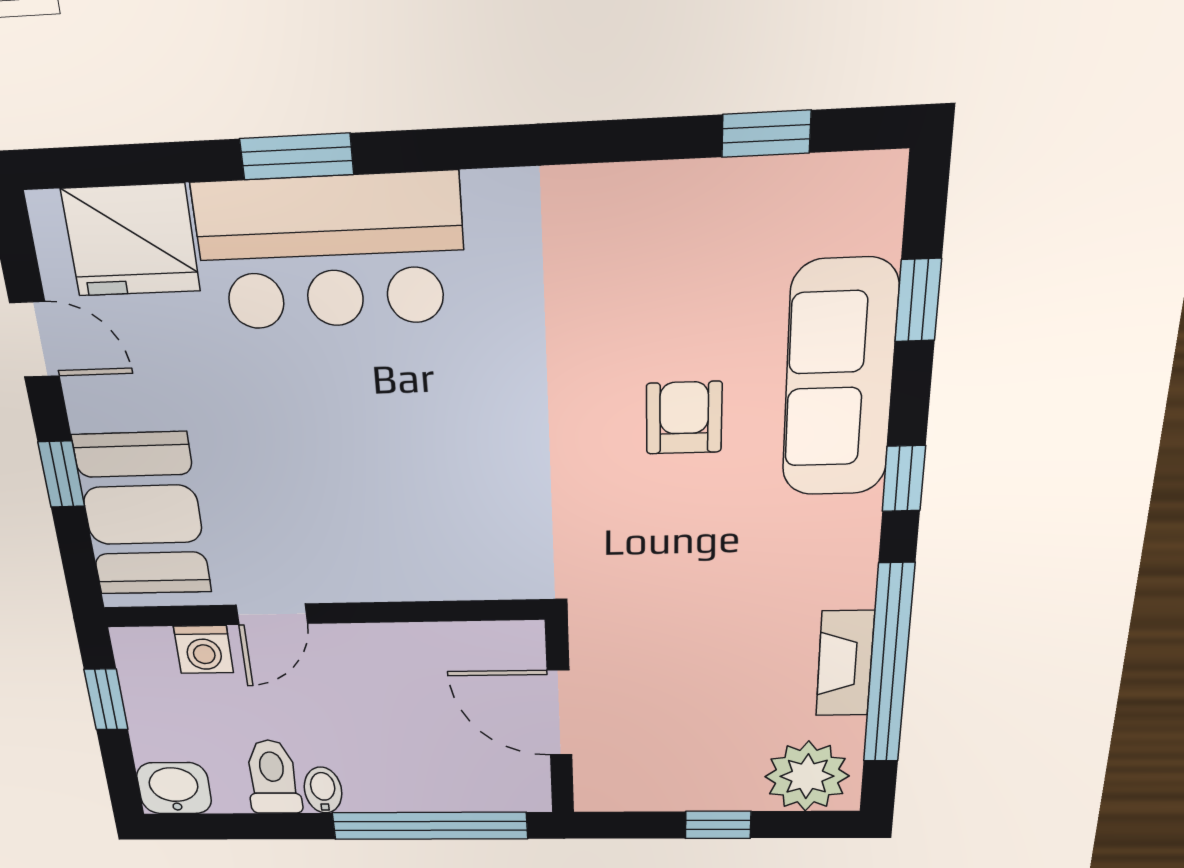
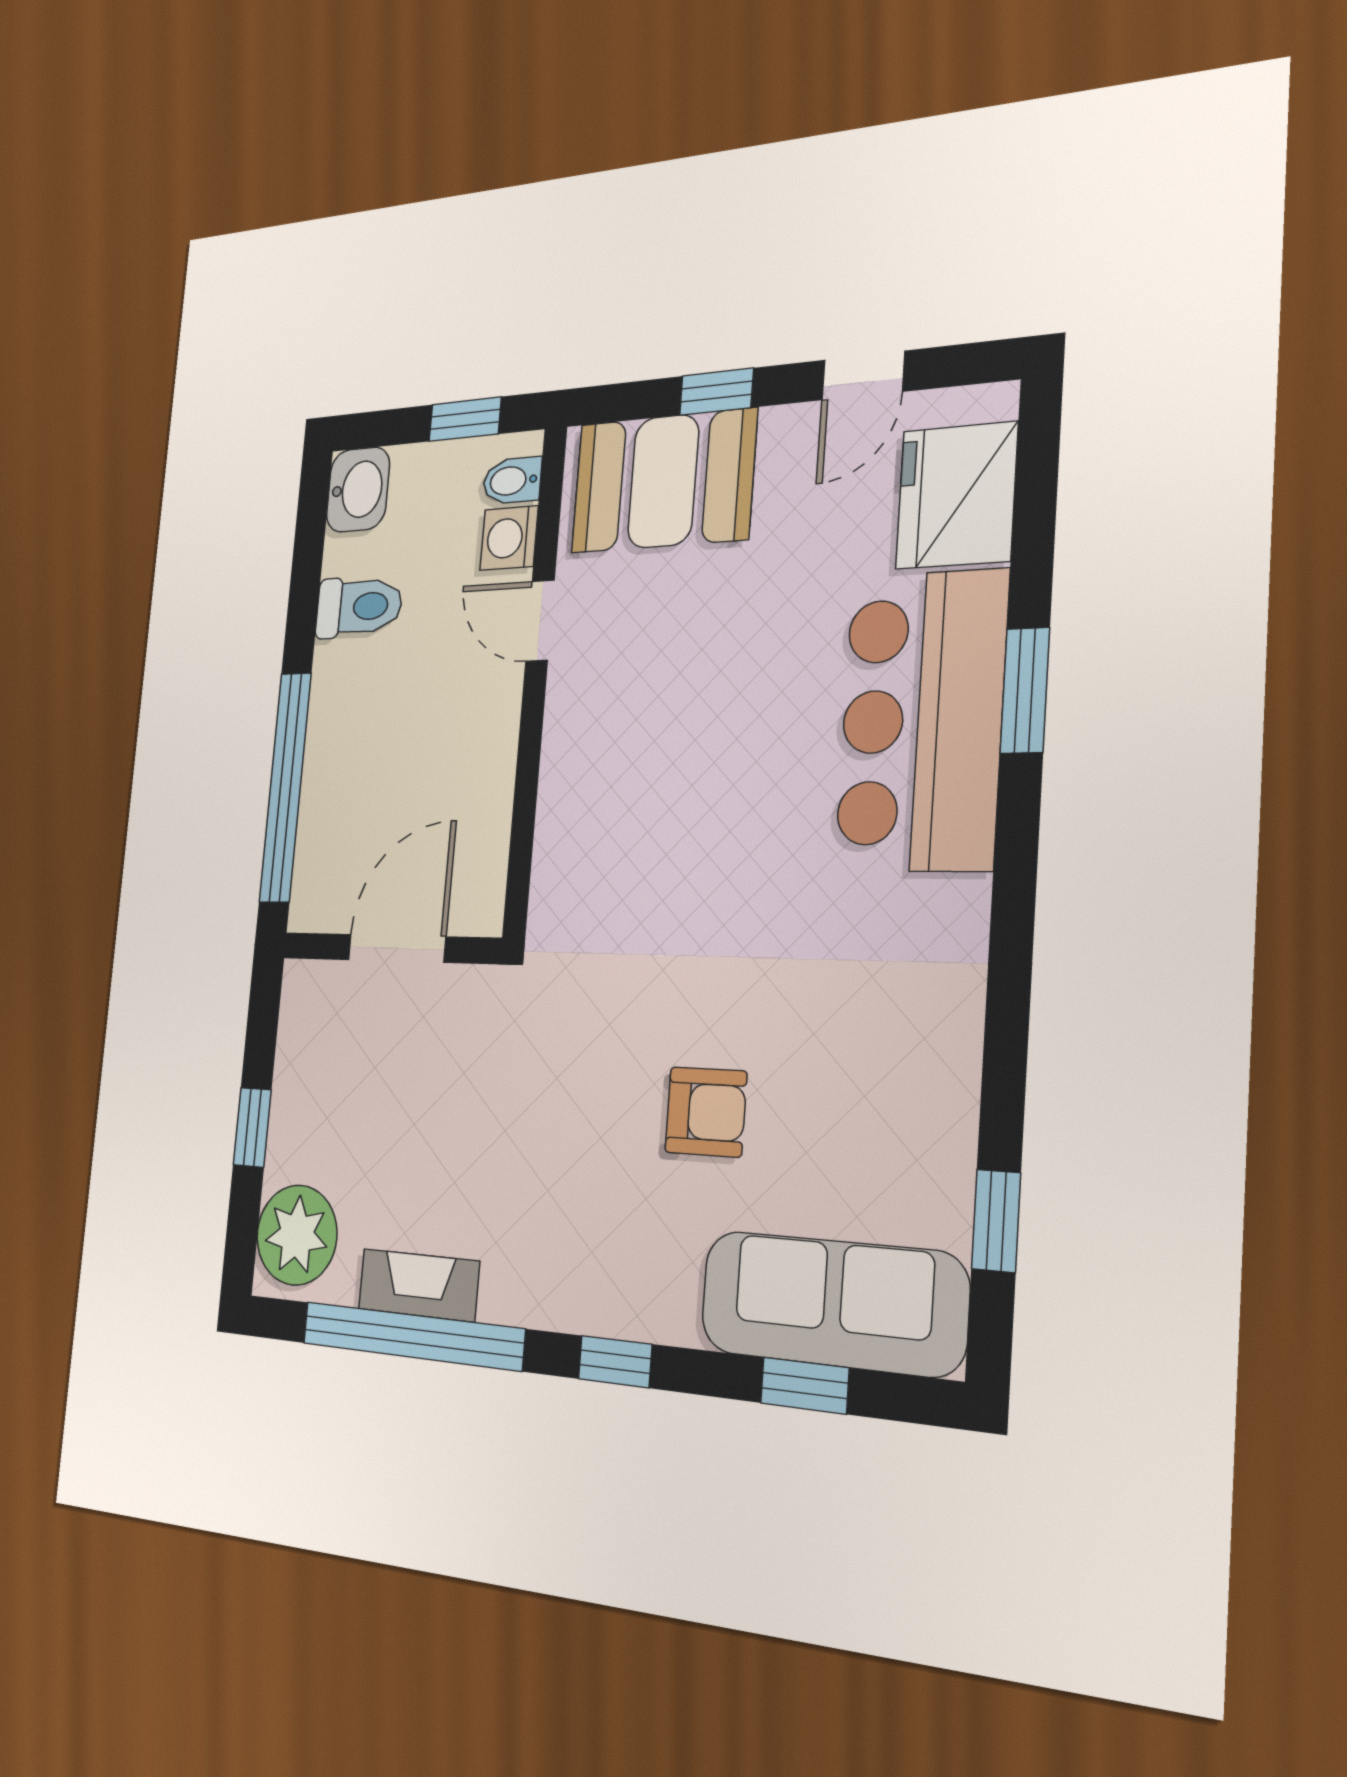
sofa: (839, 380) -> (833, 1303), moved
bidet: (323, 790) -> (512, 481), moved, turned 180

